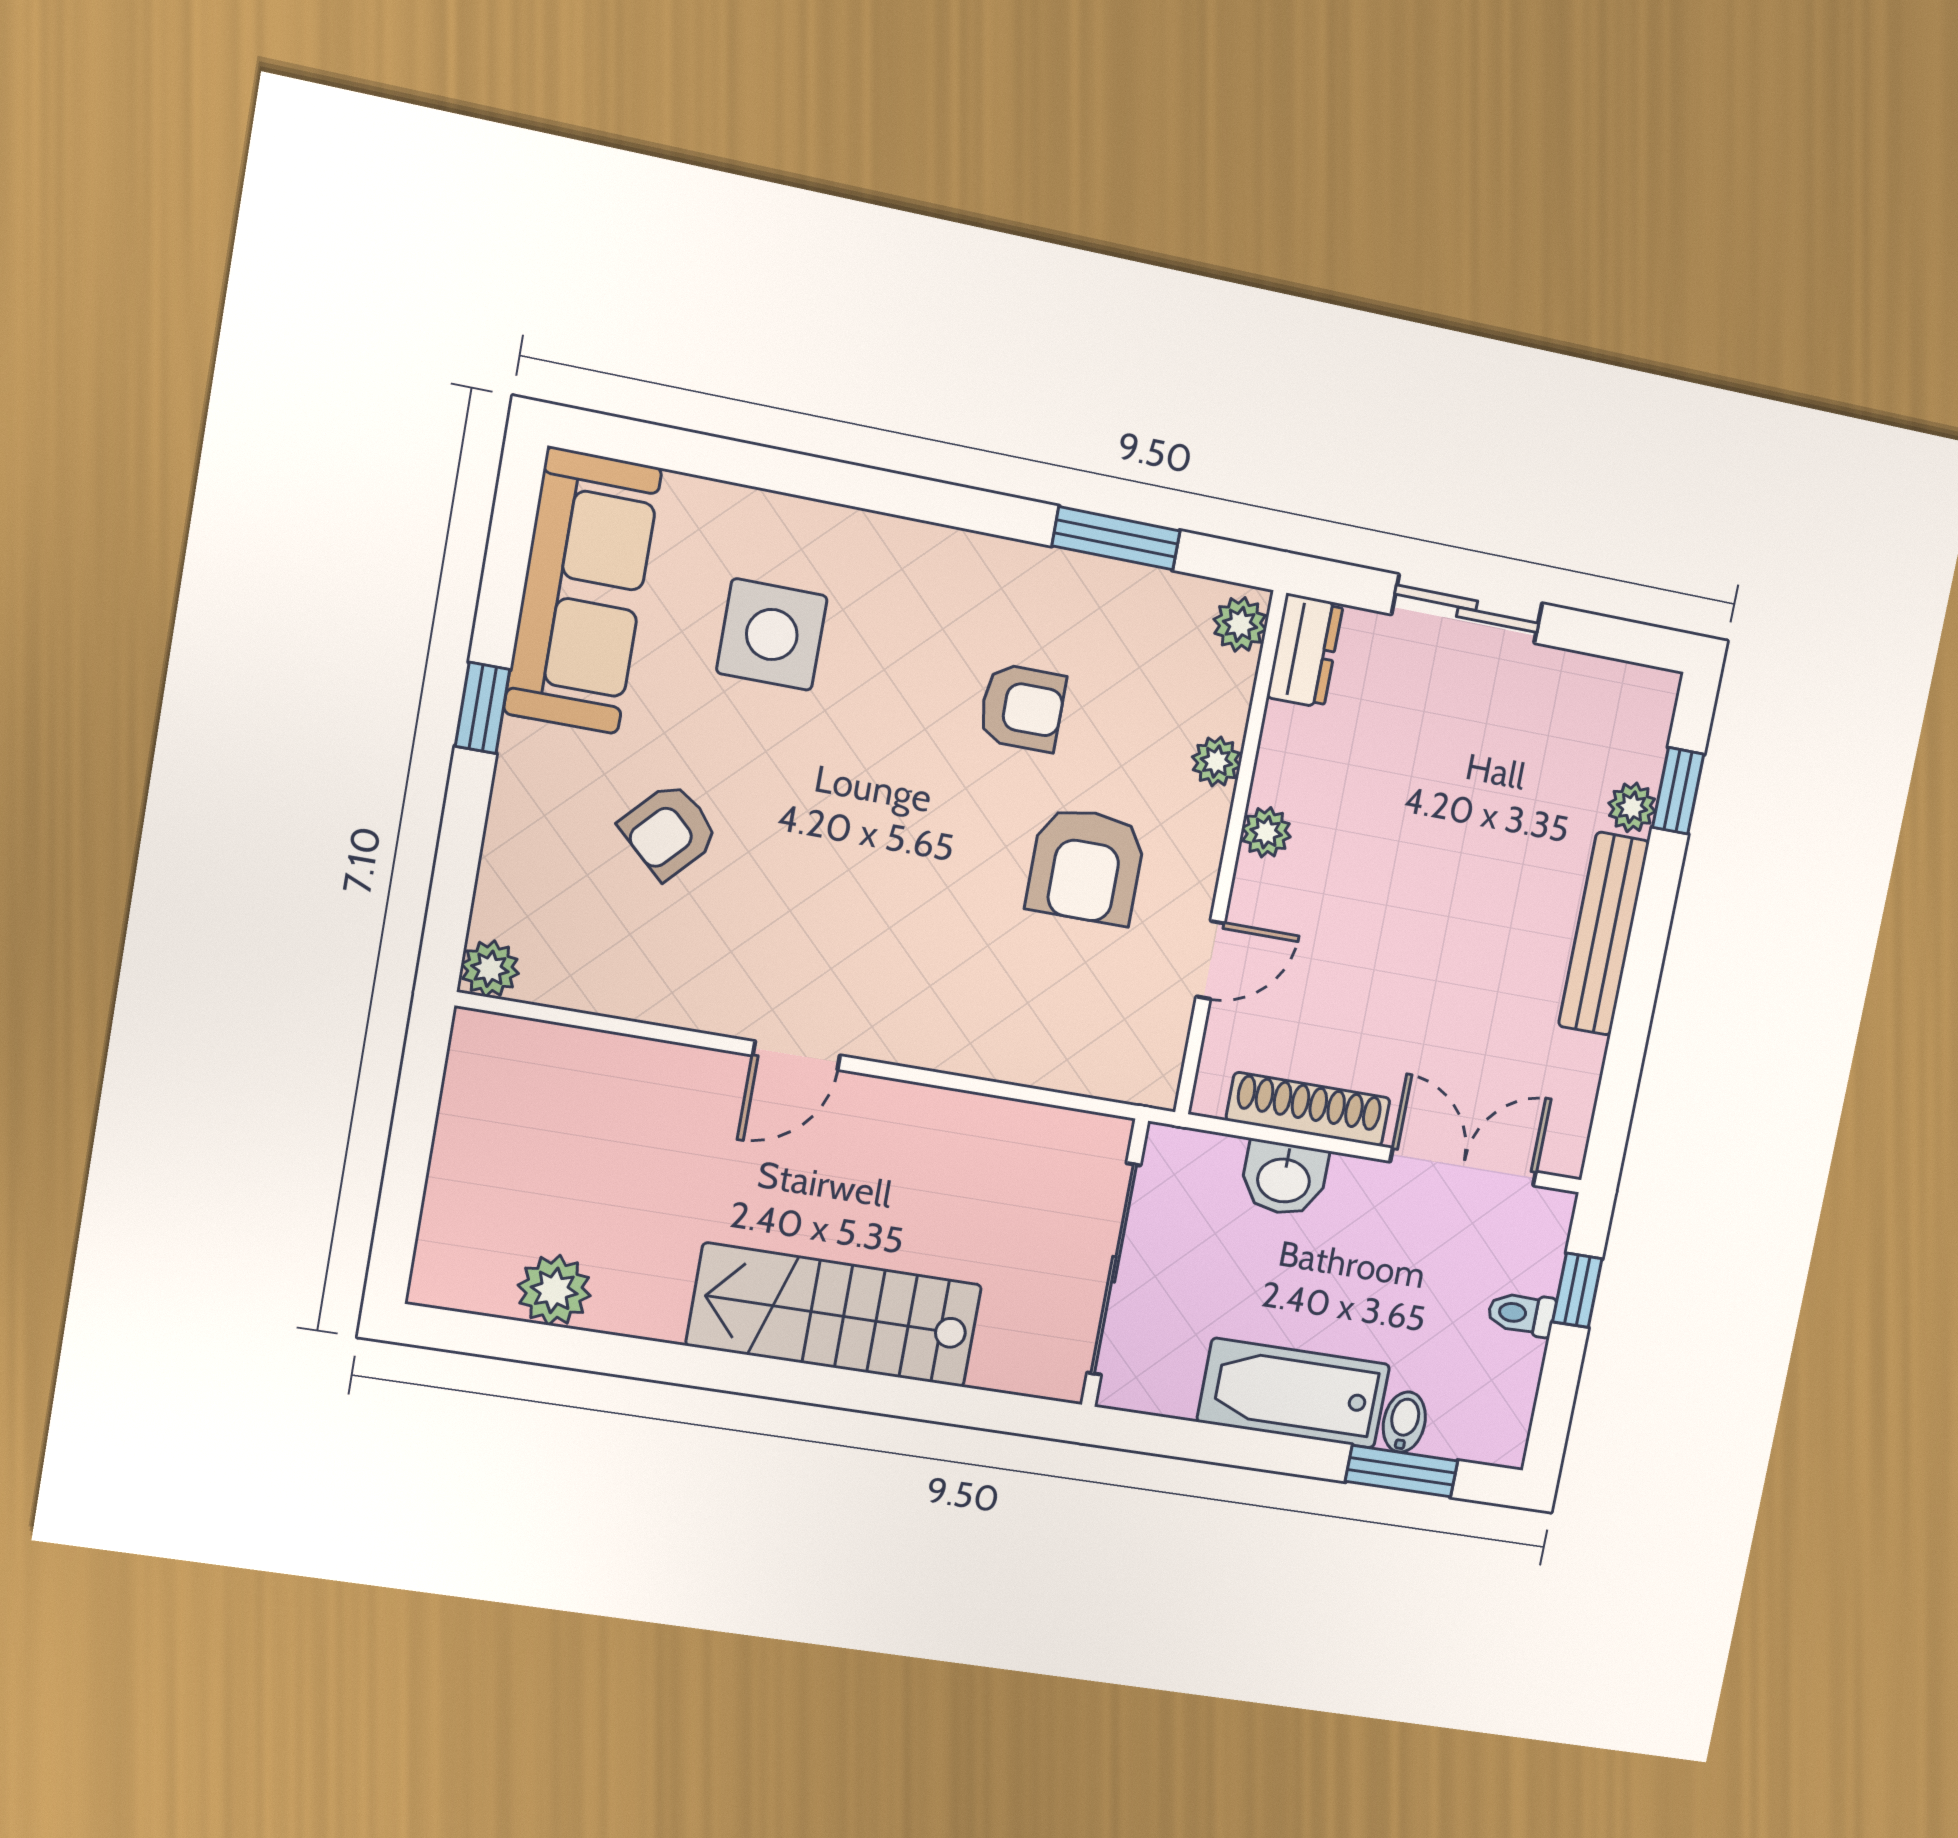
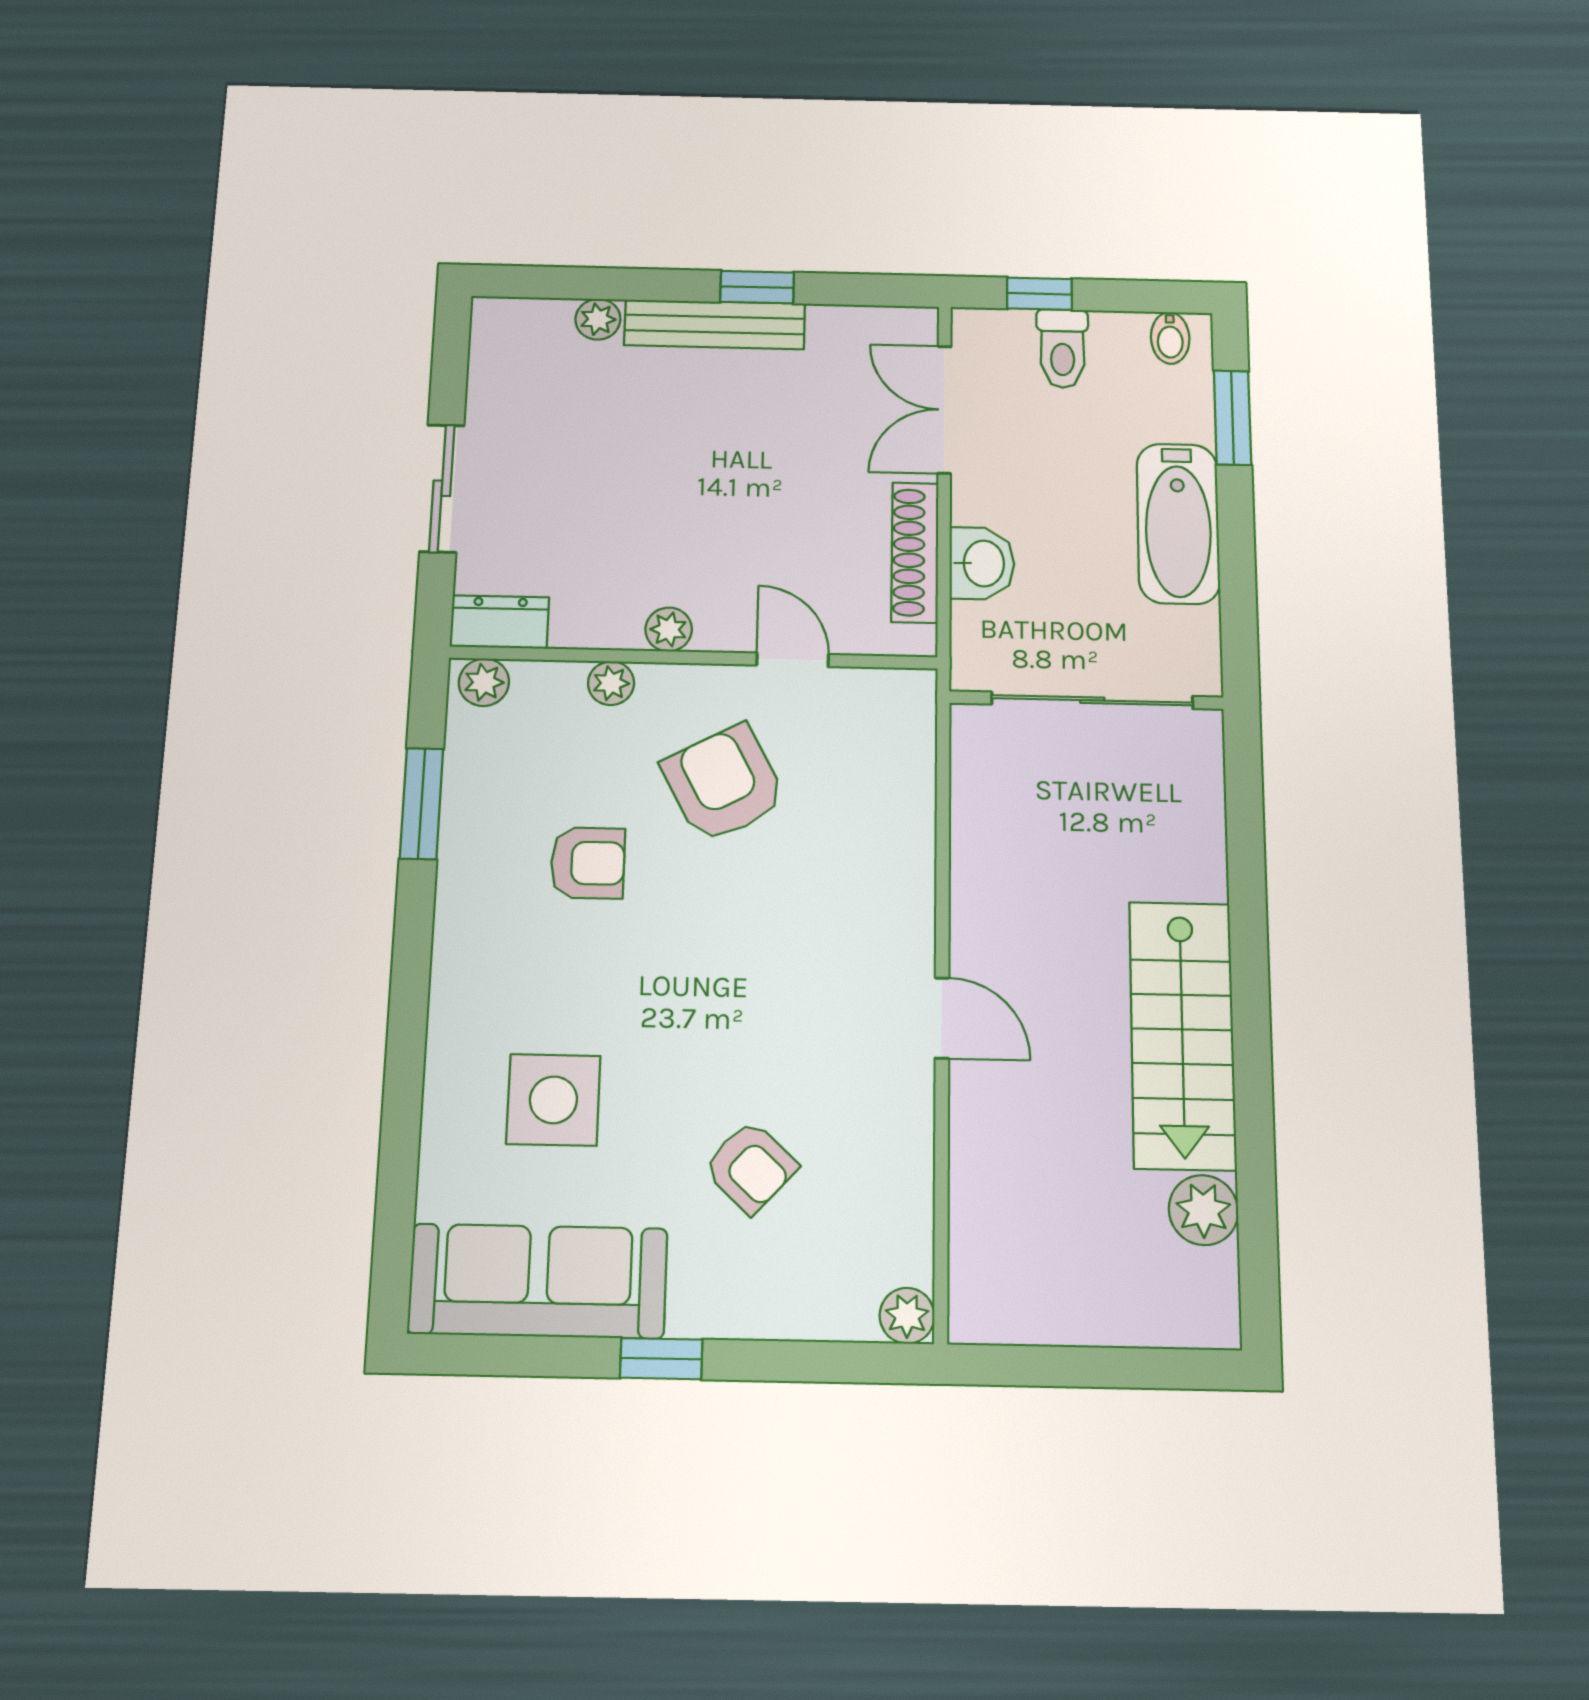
armchair: (1022, 708) -> (588, 863), turned 90
window: (1678, 791) -> (757, 287), moved
armchair: (1086, 866) -> (724, 783), turned -118
toilet: (1522, 1314) -> (1062, 349), width x1.37, depth x1.39
stairs: (834, 1315) -> (1182, 1035), moved
bidet: (1404, 1422) -> (1170, 338), moved, turned -90

